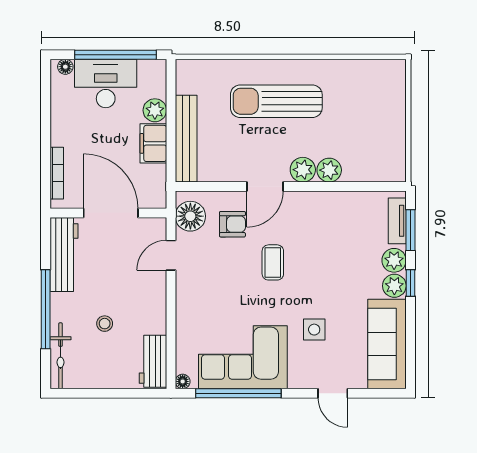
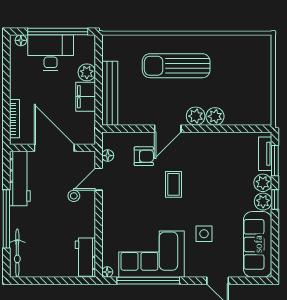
floor lamp: (190, 216) -> (108, 156), width x0.53, depth x0.53
stool: (105, 324) -> (74, 196), moved

